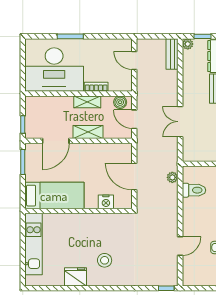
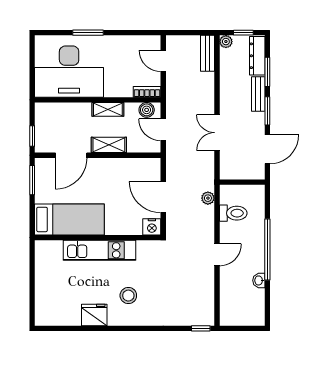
bookcase: (96, 87) -> (147, 92), moved
nightstand: (106, 202) -> (152, 227), moved
kitchen unit: (34, 244) -> (100, 250), moved, turned 90
door: (180, 246) -> (217, 255), moved

